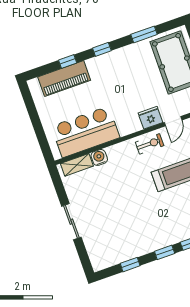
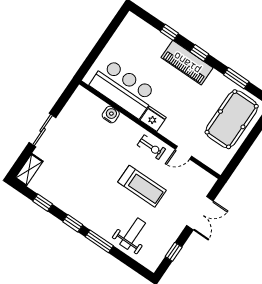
piano: (64, 79) -> (187, 63), moved
fridge: (150, 118) -> (153, 119), moved
shelving: (77, 165) -> (29, 170), moved, turned 90

